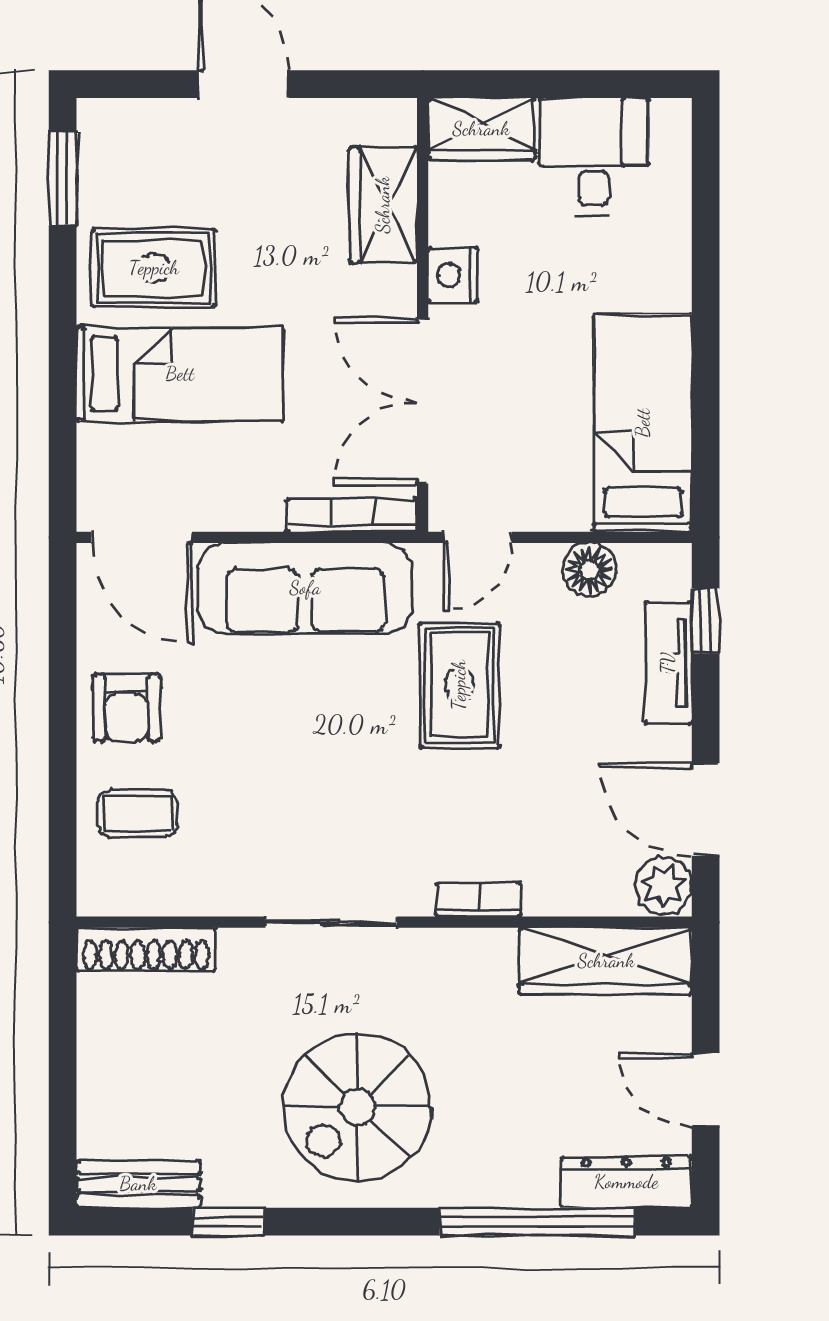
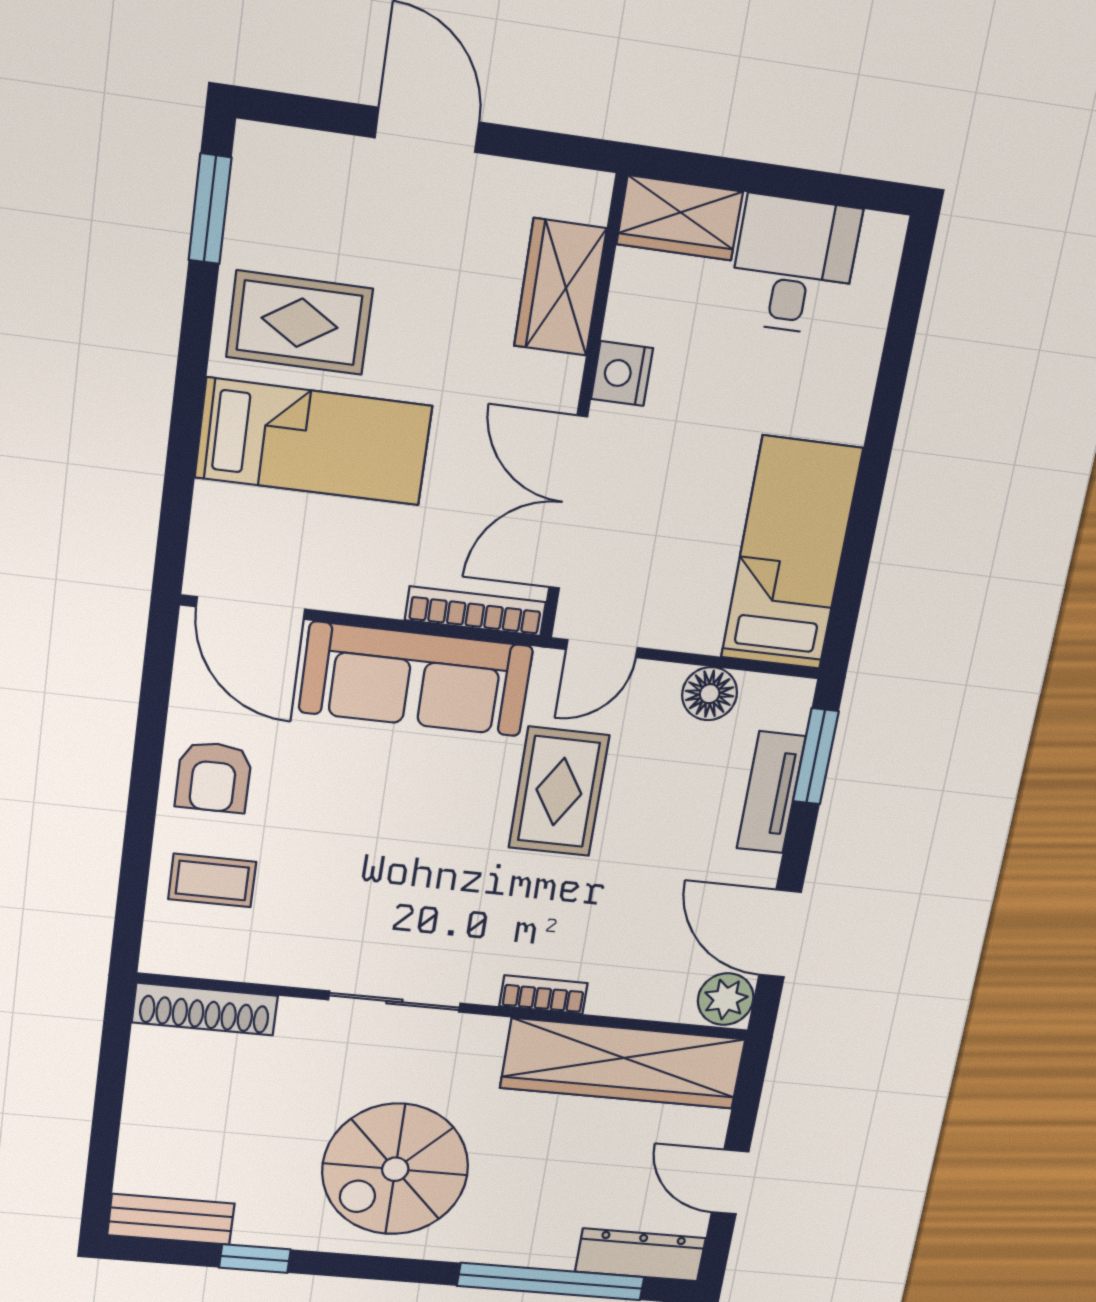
window: (706, 621) -> (816, 756), width x1.50
wardrobe: (606, 961) -> (623, 1064), width x1.40, depth x1.17

